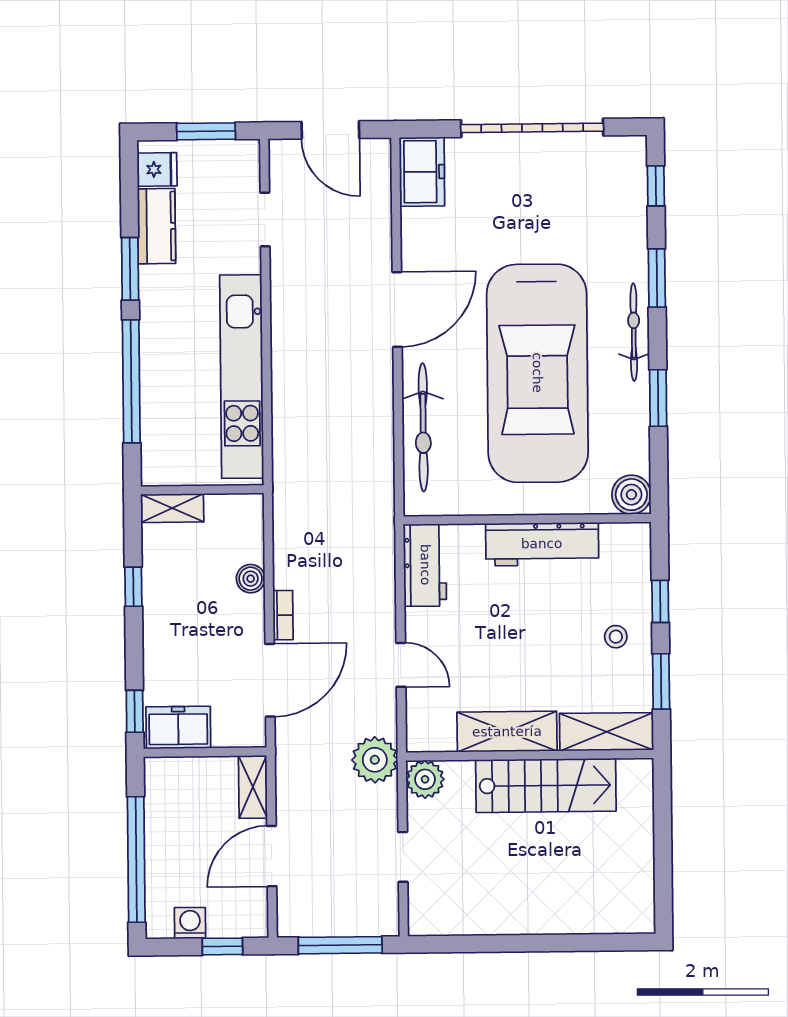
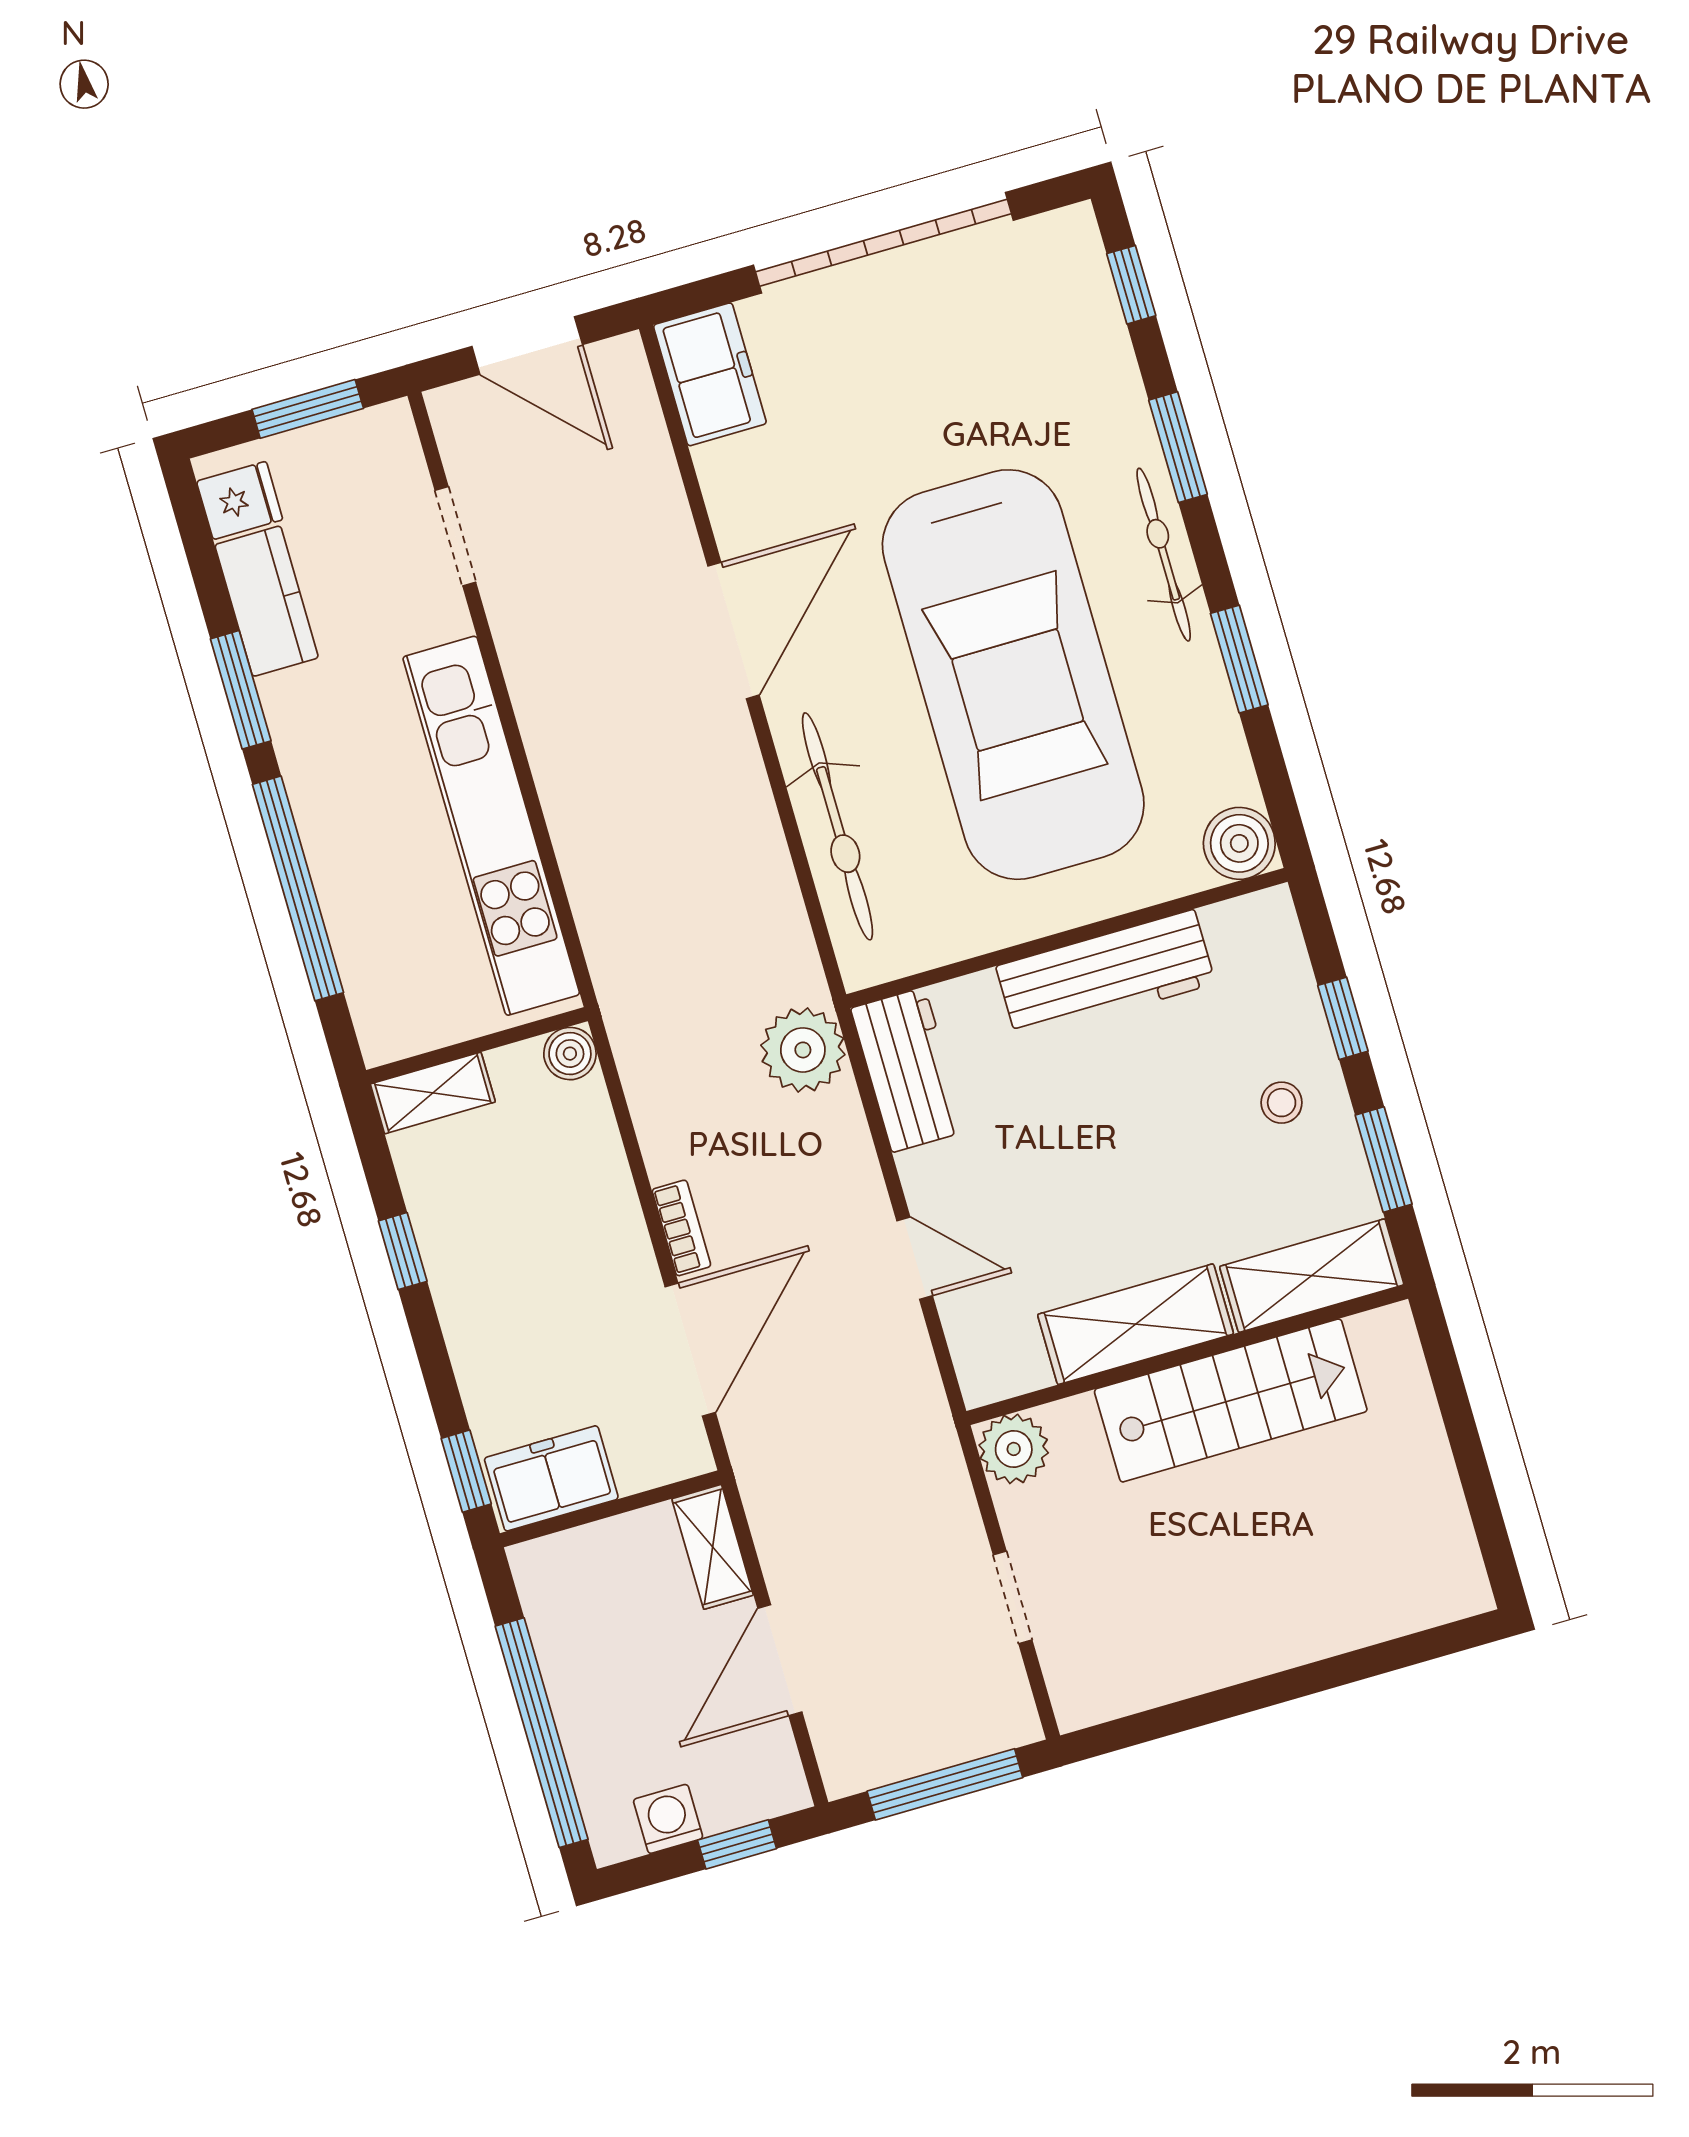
boiler: (251, 579) -> (570, 1054), moved
plant: (375, 760) -> (803, 1050), moved

